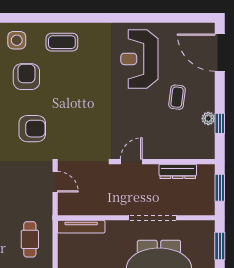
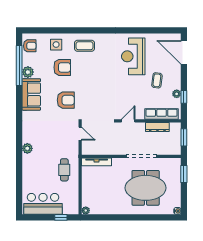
armchair: (26, 77) -> (62, 67), turned 90
row of seats: (184, 151) -> (162, 114), added

